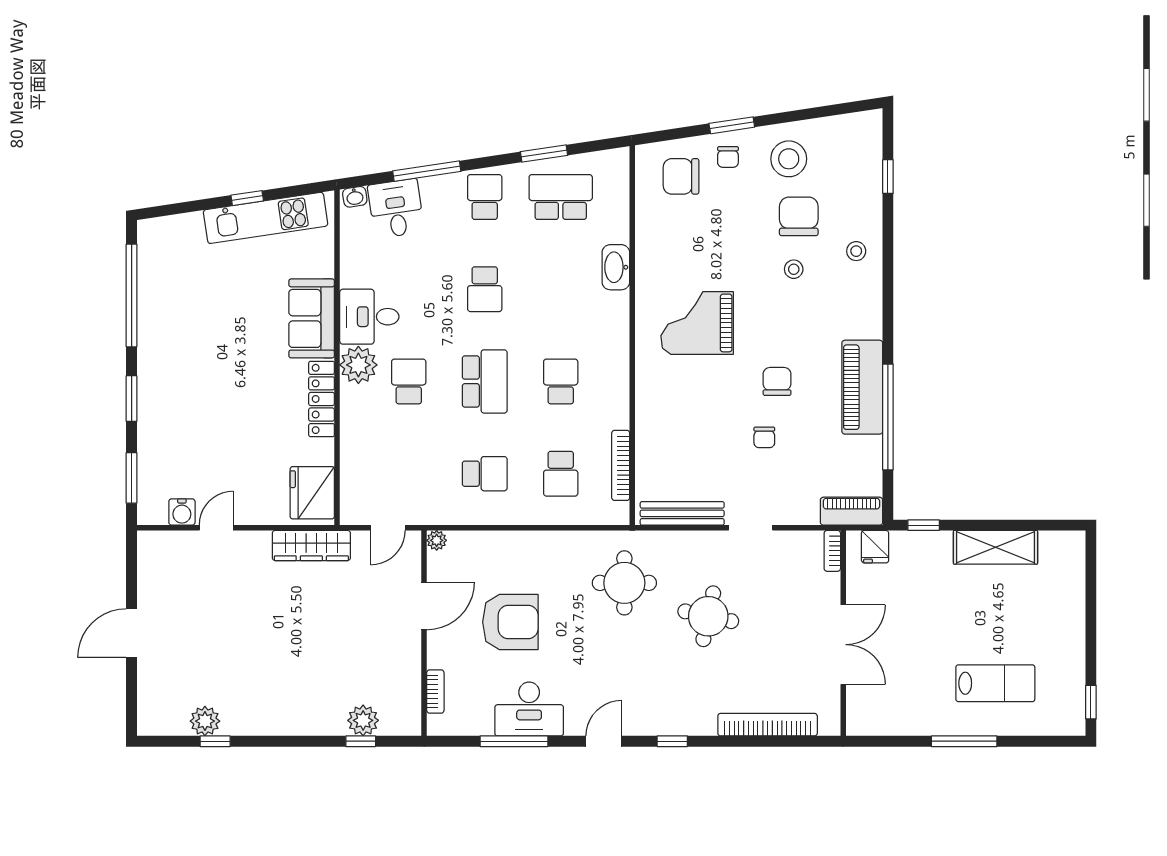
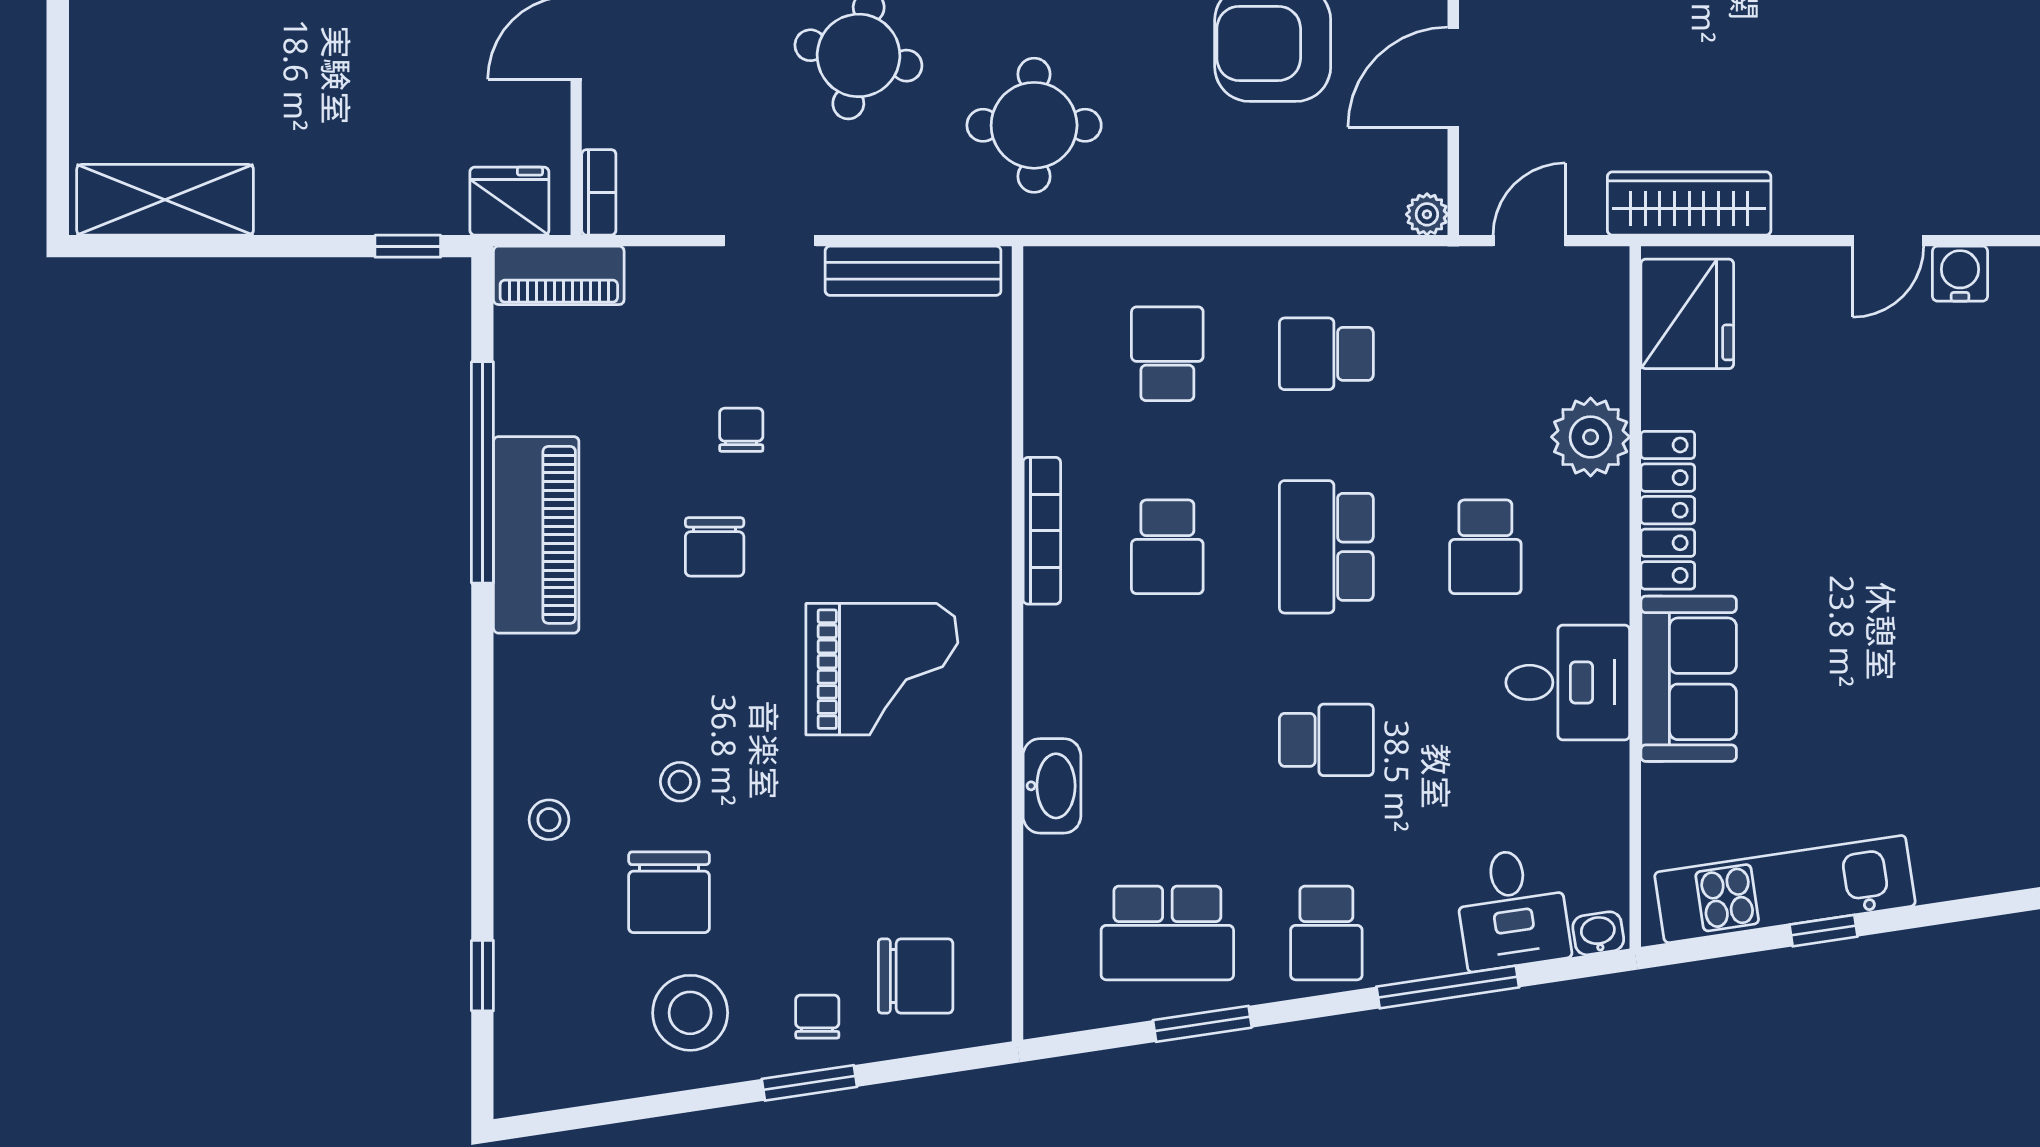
school desk: (485, 289) -> (1326, 740), turned 90
plant: (358, 365) -> (1591, 437), moved
bookcase: (621, 465) -> (1042, 531), moved
fridge: (875, 547) -> (509, 201), width x1.38
shelving: (995, 547) -> (165, 200), moved

